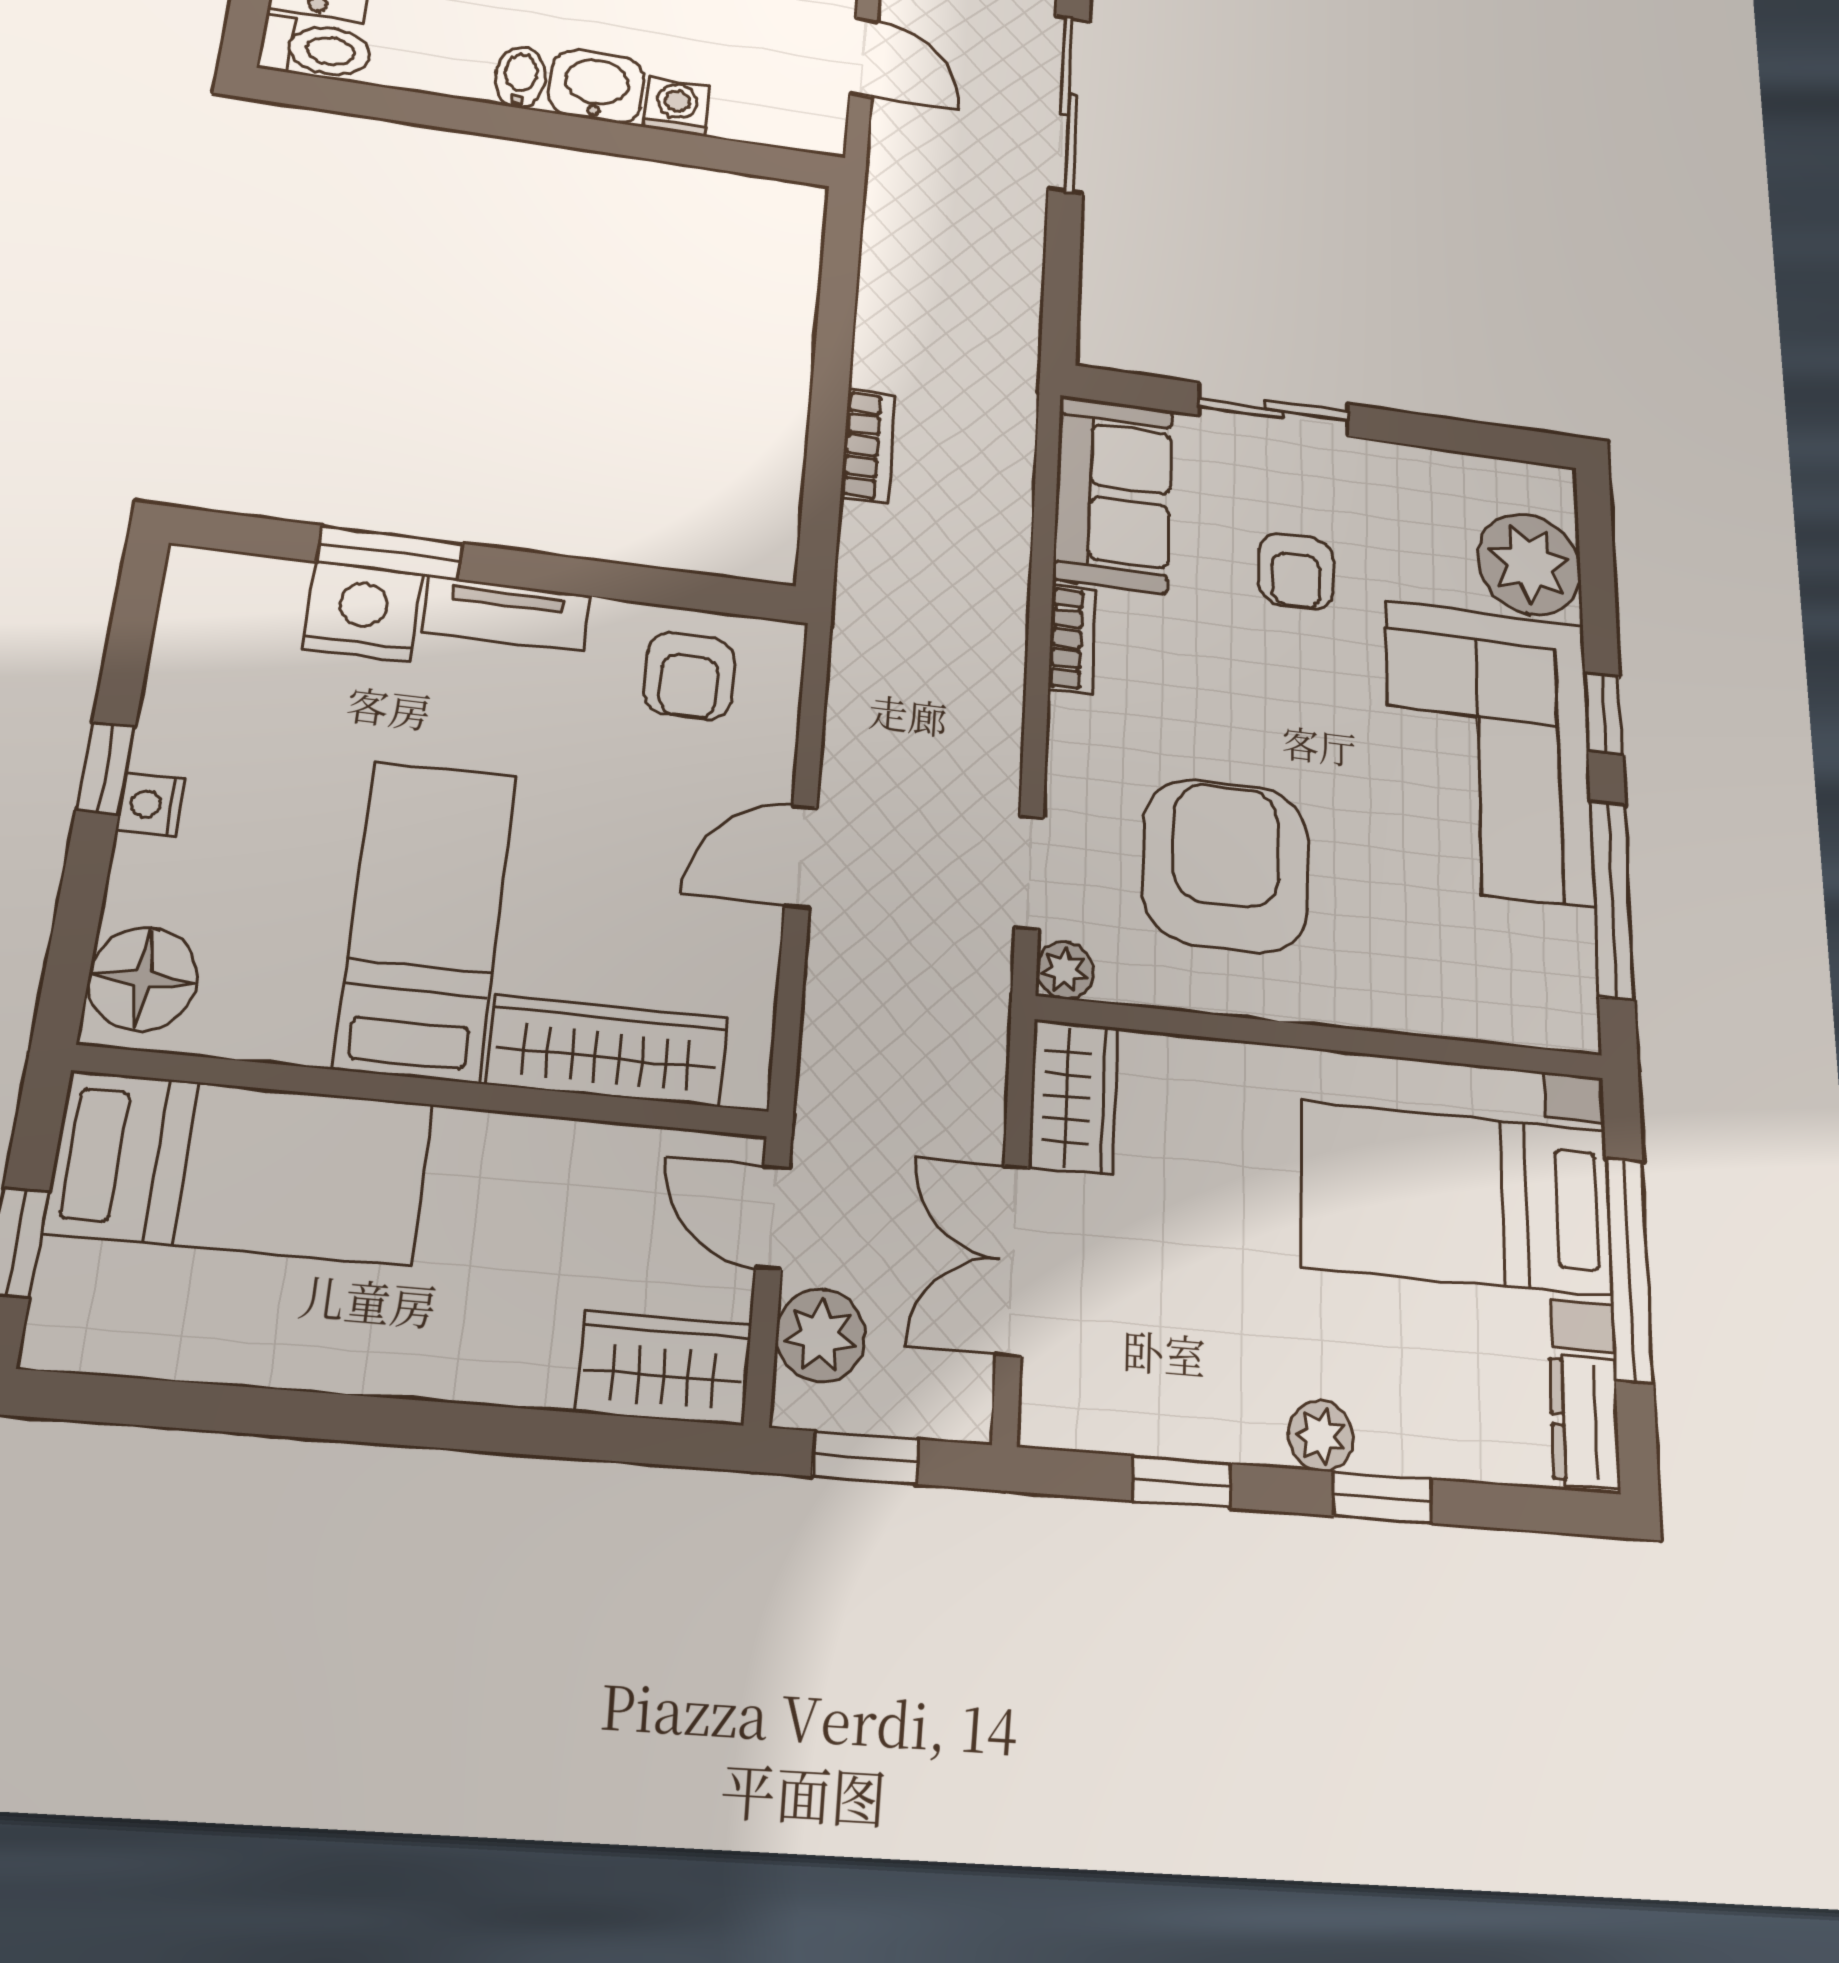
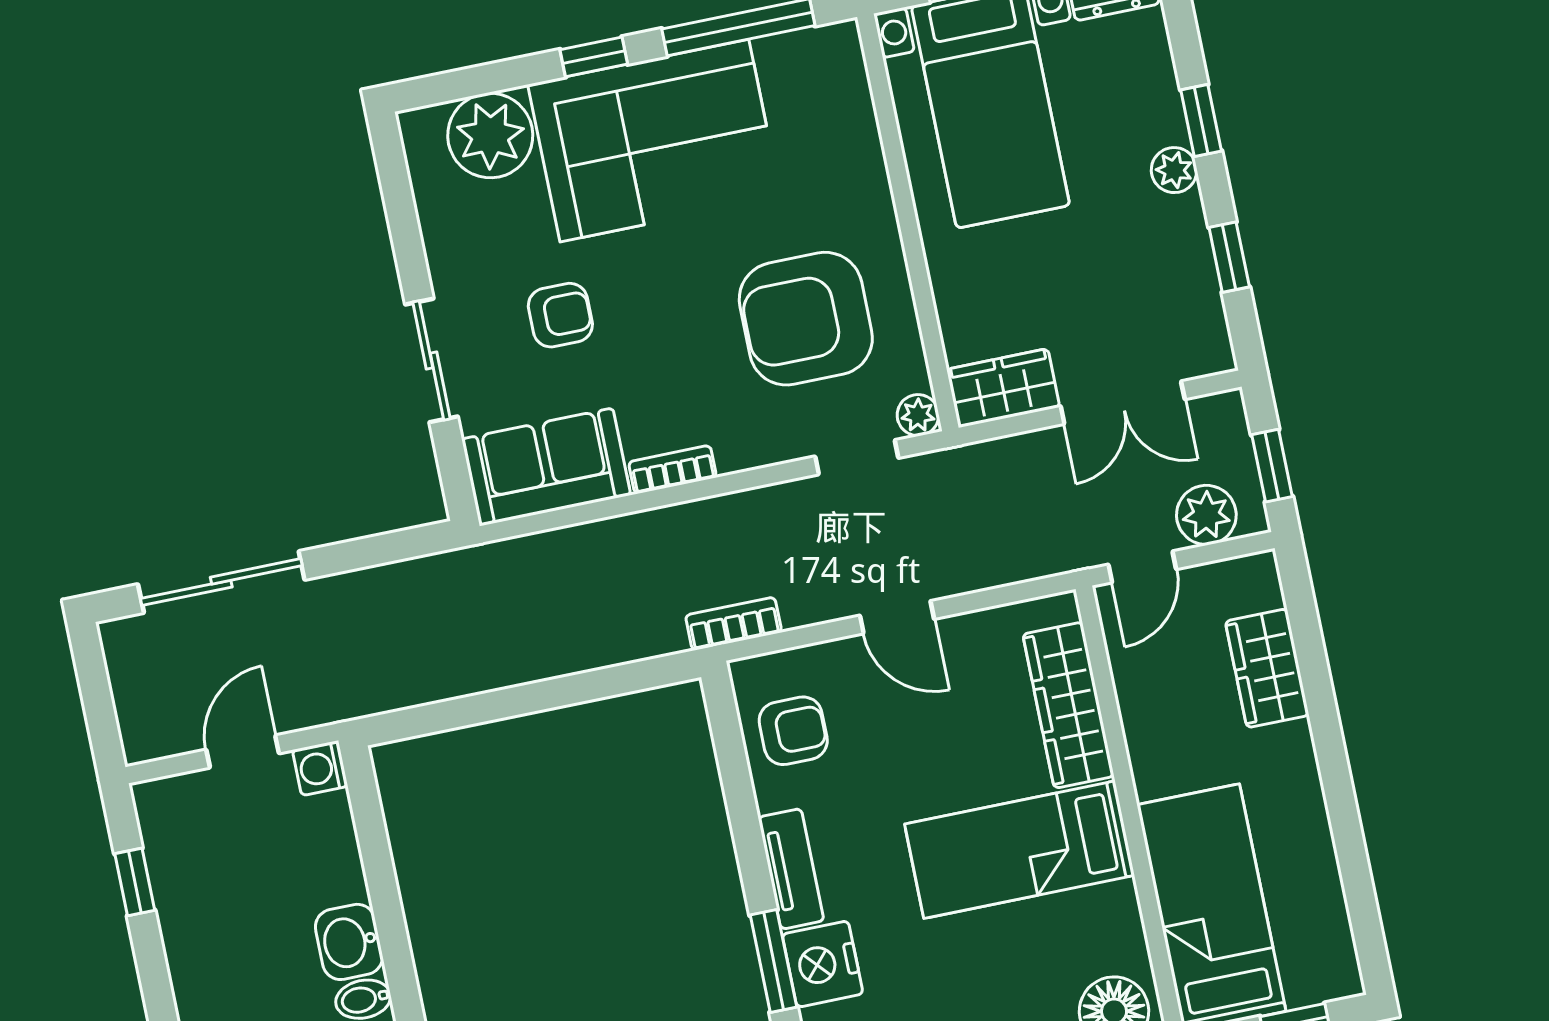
washing machine: (677, 106) -> (320, 768), moved
bookcase: (868, 446) -> (734, 624), moved
wardrobe: (664, 1368) -> (1267, 668), moved

